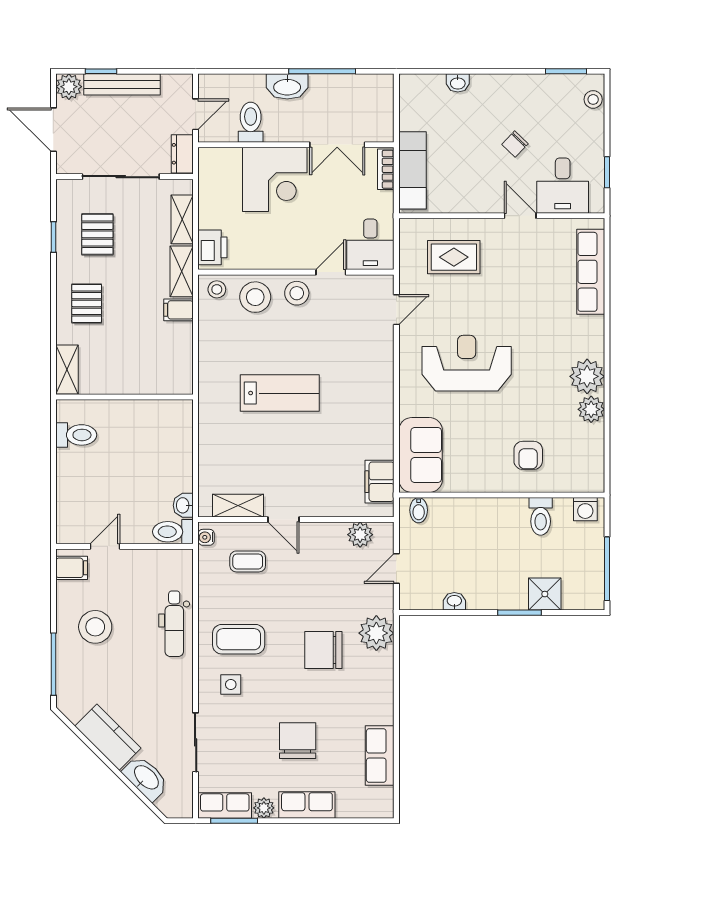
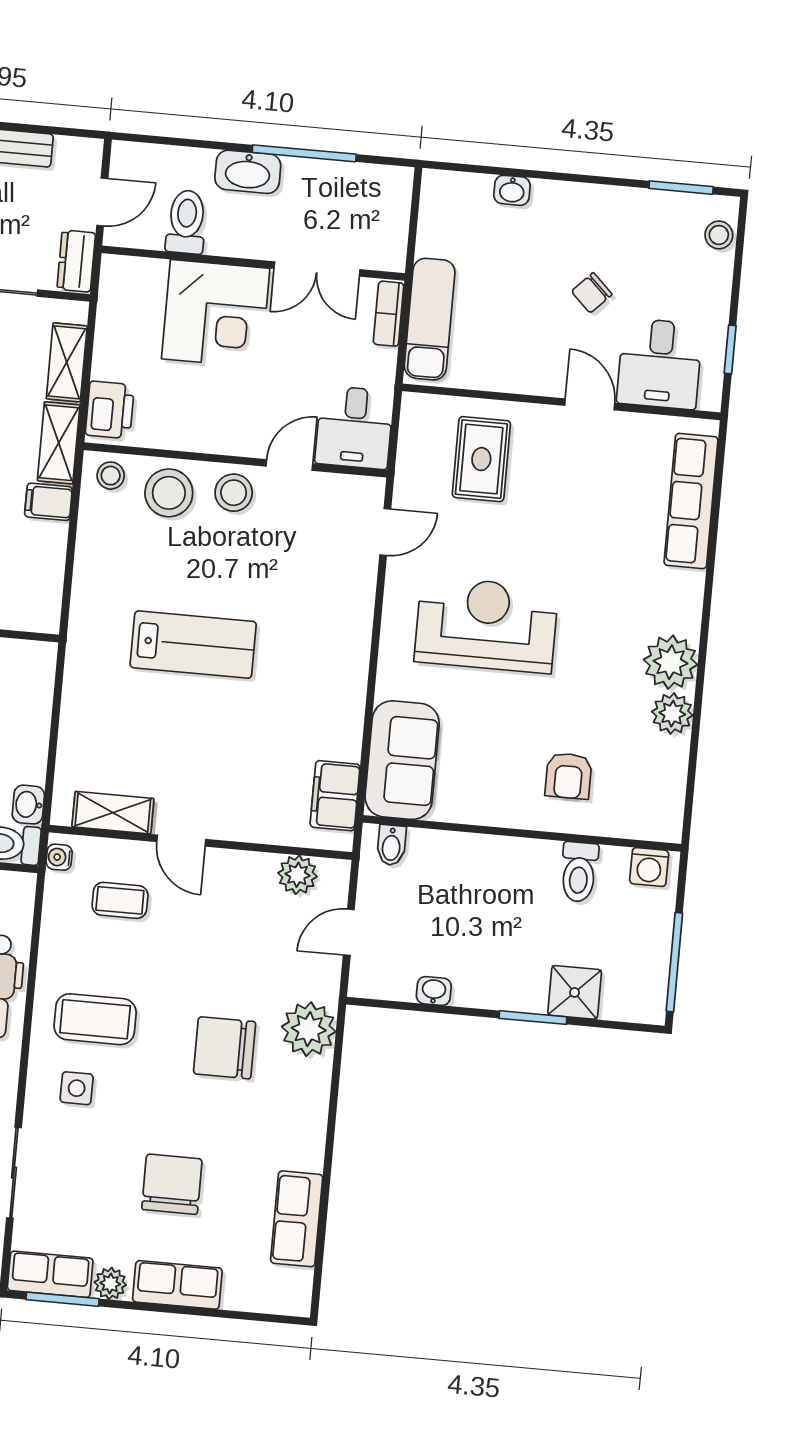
rug: (454, 257) -> (481, 459), turned 90

